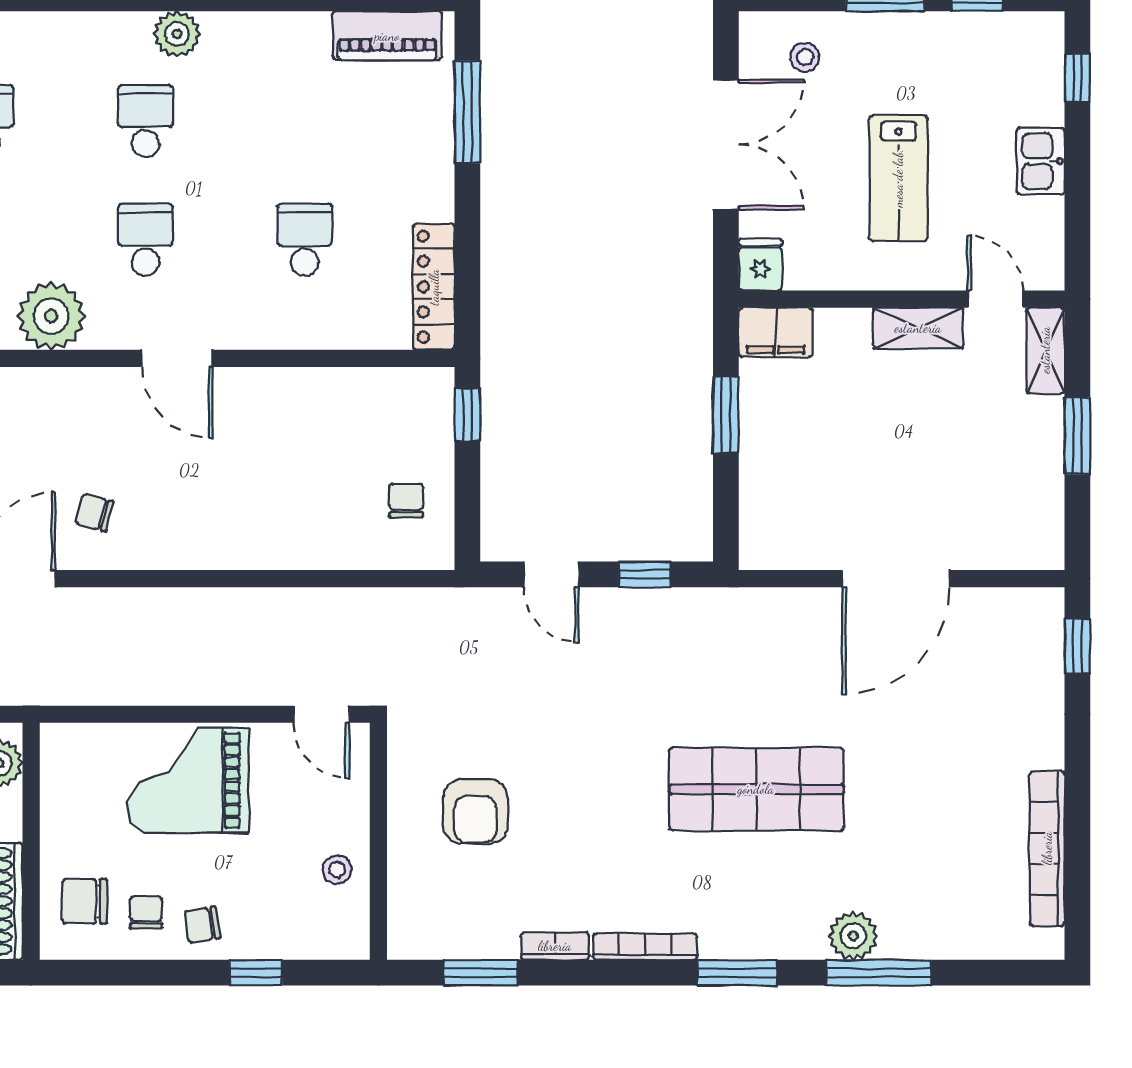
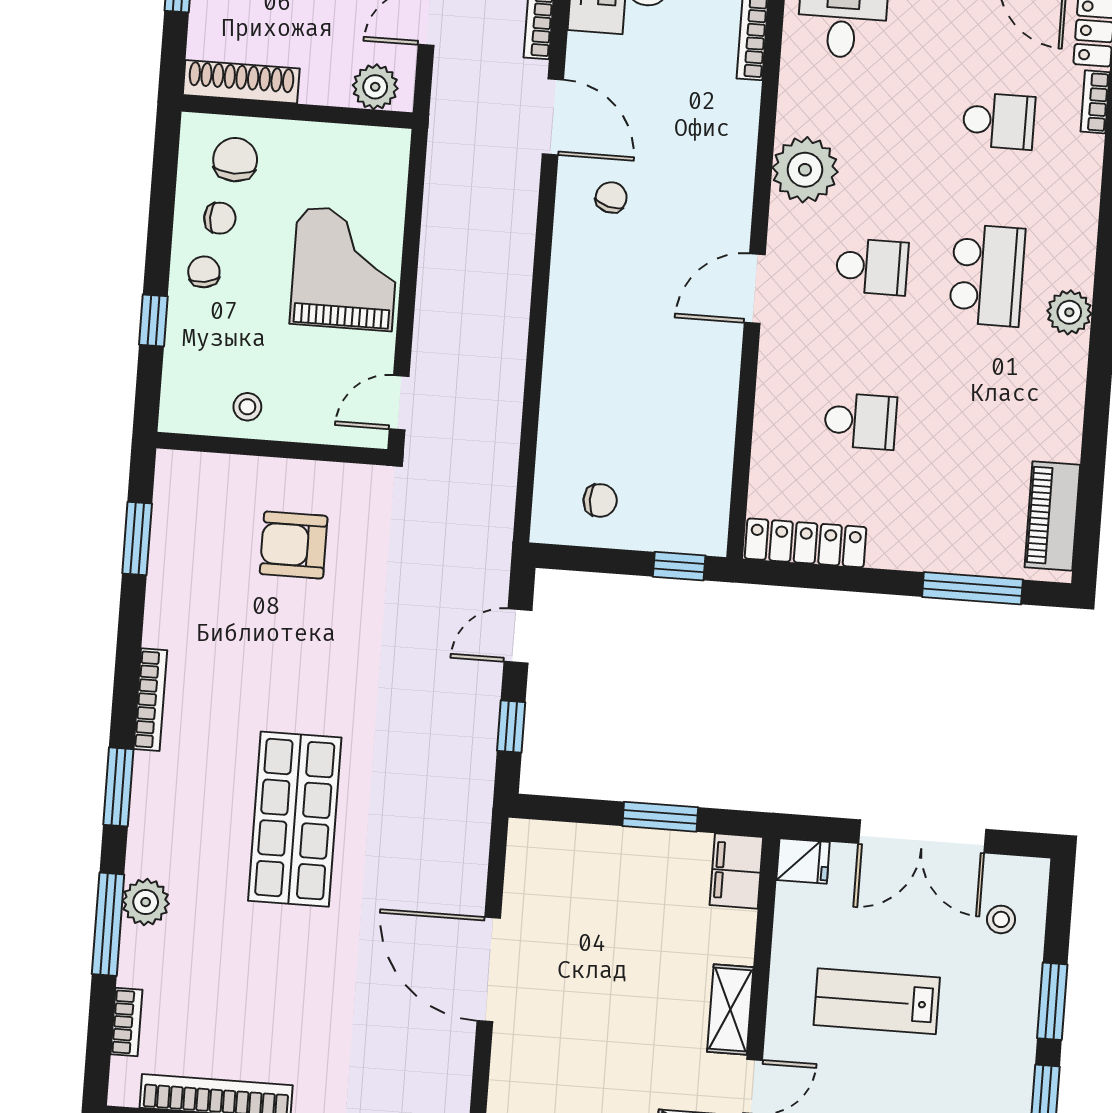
school desk: (145, 121) -> (987, 275), width x1.85
bookcase: (555, 946) -> (126, 1022), moved

